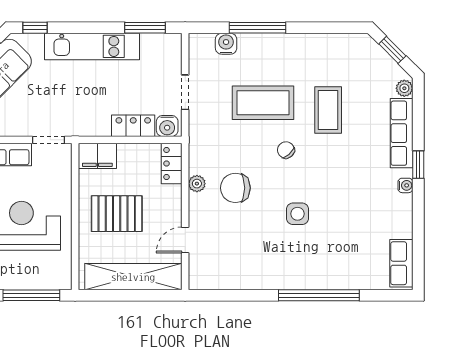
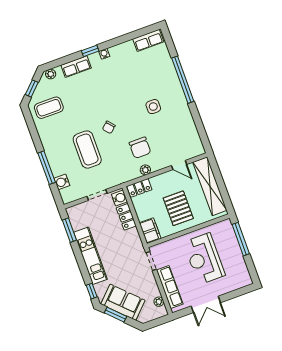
coffee table: (328, 110) -> (49, 108), moved
row of seats: (402, 133) -> (76, 67), width x0.68
side table: (298, 214) -> (153, 107), moved

